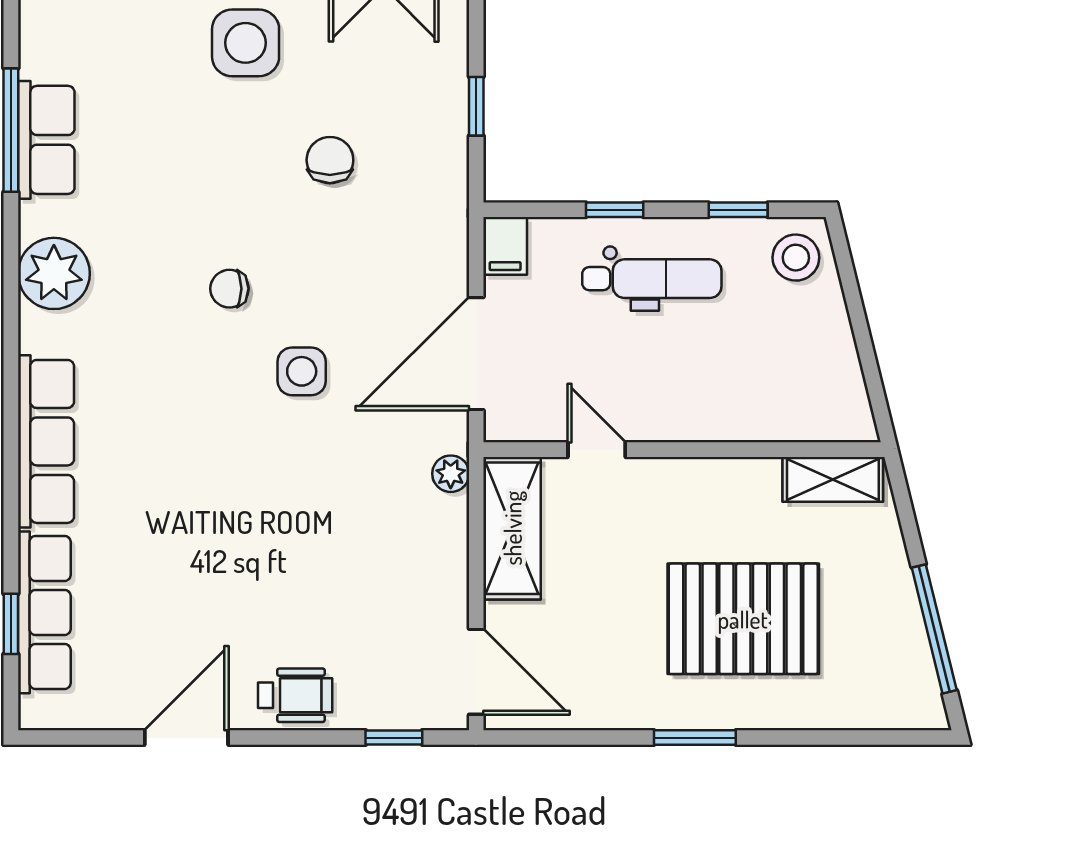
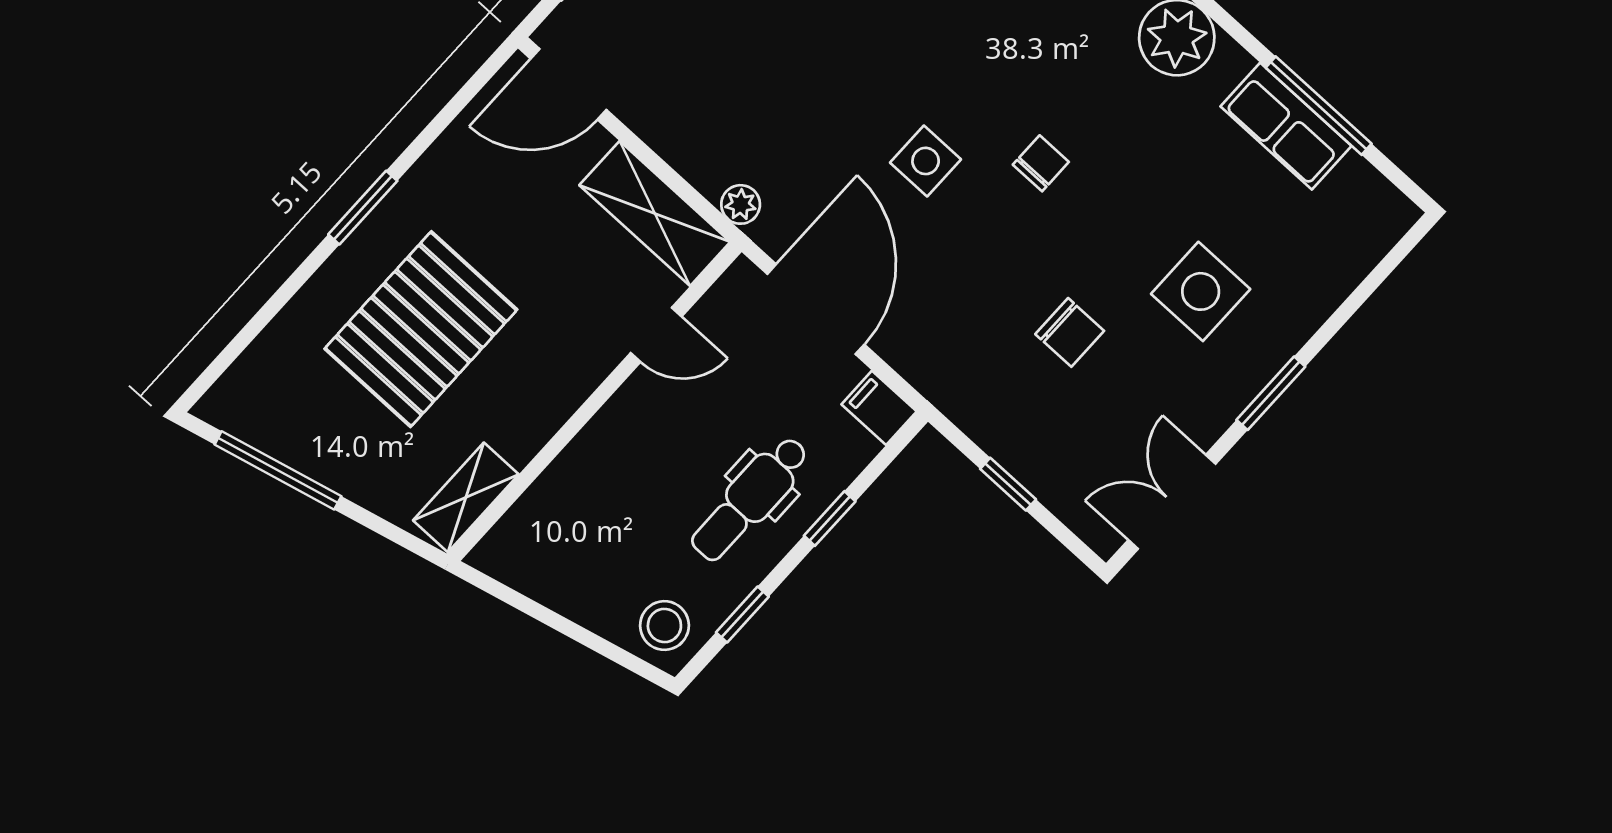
side table: (246, 43) -> (1201, 291), moved

